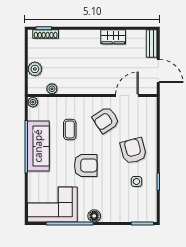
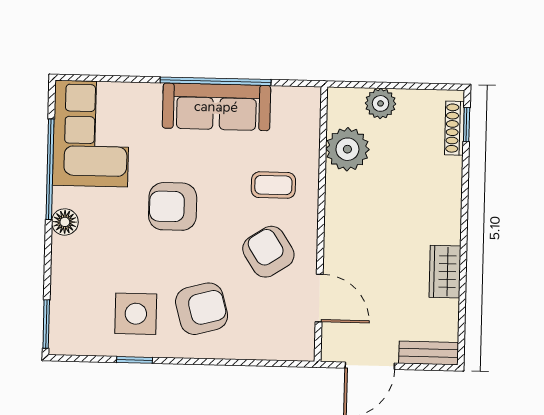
plant: (52, 89) -> (347, 149), width x1.87, depth x1.87
plant: (33, 102) -> (310, 97), removed
coffee table: (70, 130) -> (273, 185), moved
armchair: (86, 165) -> (173, 206), turned 90
side table: (136, 182) -> (136, 314), width x1.87, depth x1.87

